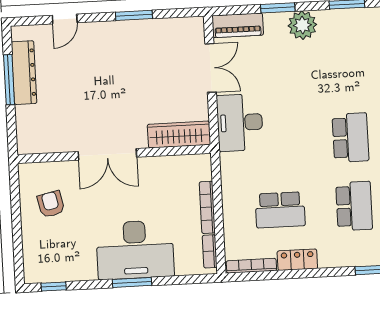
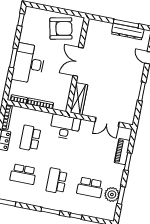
piano: (238, 25) -> (122, 152), moved
plant: (302, 25) -> (112, 194), moved
school desk: (347, 69) -> (90, 187), added
desk: (240, 123) -> (65, 127), moved
school desk: (350, 138) -> (57, 181), turned 90
armchair: (51, 204) -> (61, 28), width x1.88, depth x1.88

